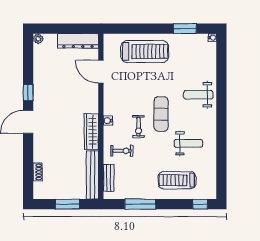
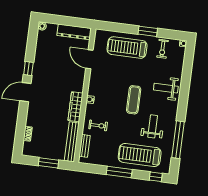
window: (185, 29) -> (148, 31), moved
treadmill: (145, 51) -> (127, 48), turned 180
exercise bike: (139, 127) -> (163, 49), moved
weight bench: (188, 143) -> (153, 126), turned -90
window: (221, 156) -> (178, 140), added
treadmill: (177, 180) -> (140, 155), width x1.37, depth x1.38
window: (140, 204) -> (119, 172), moved

